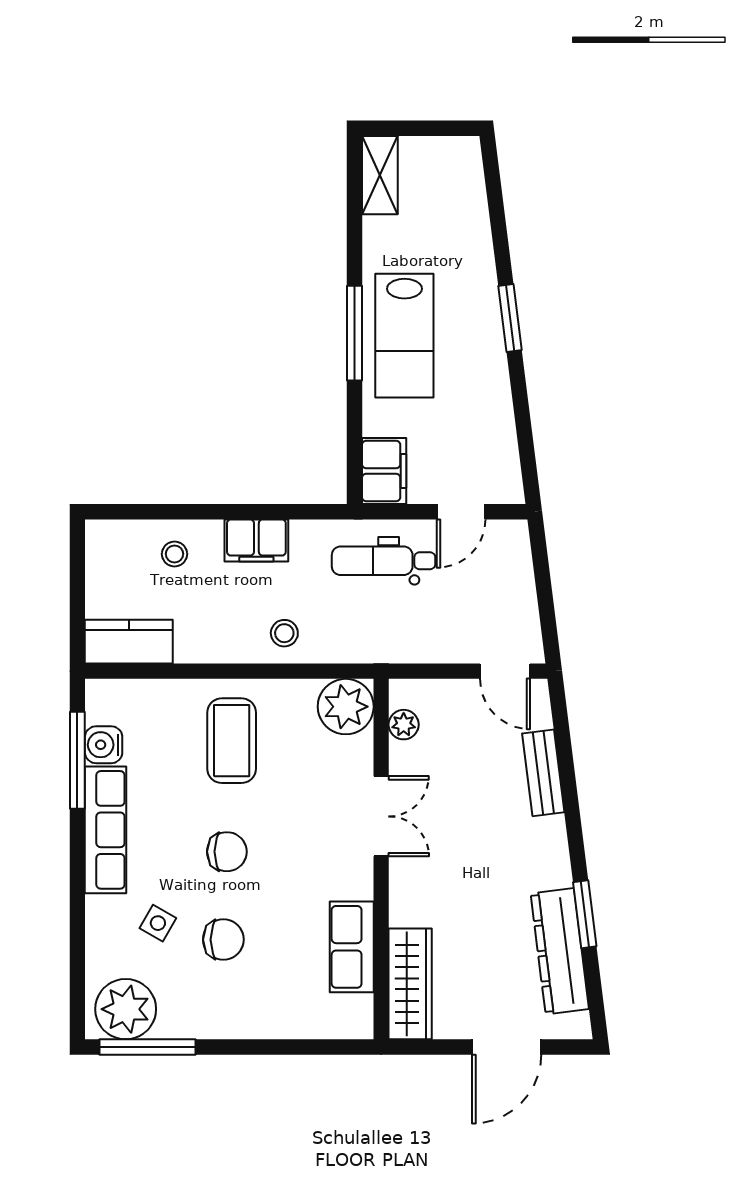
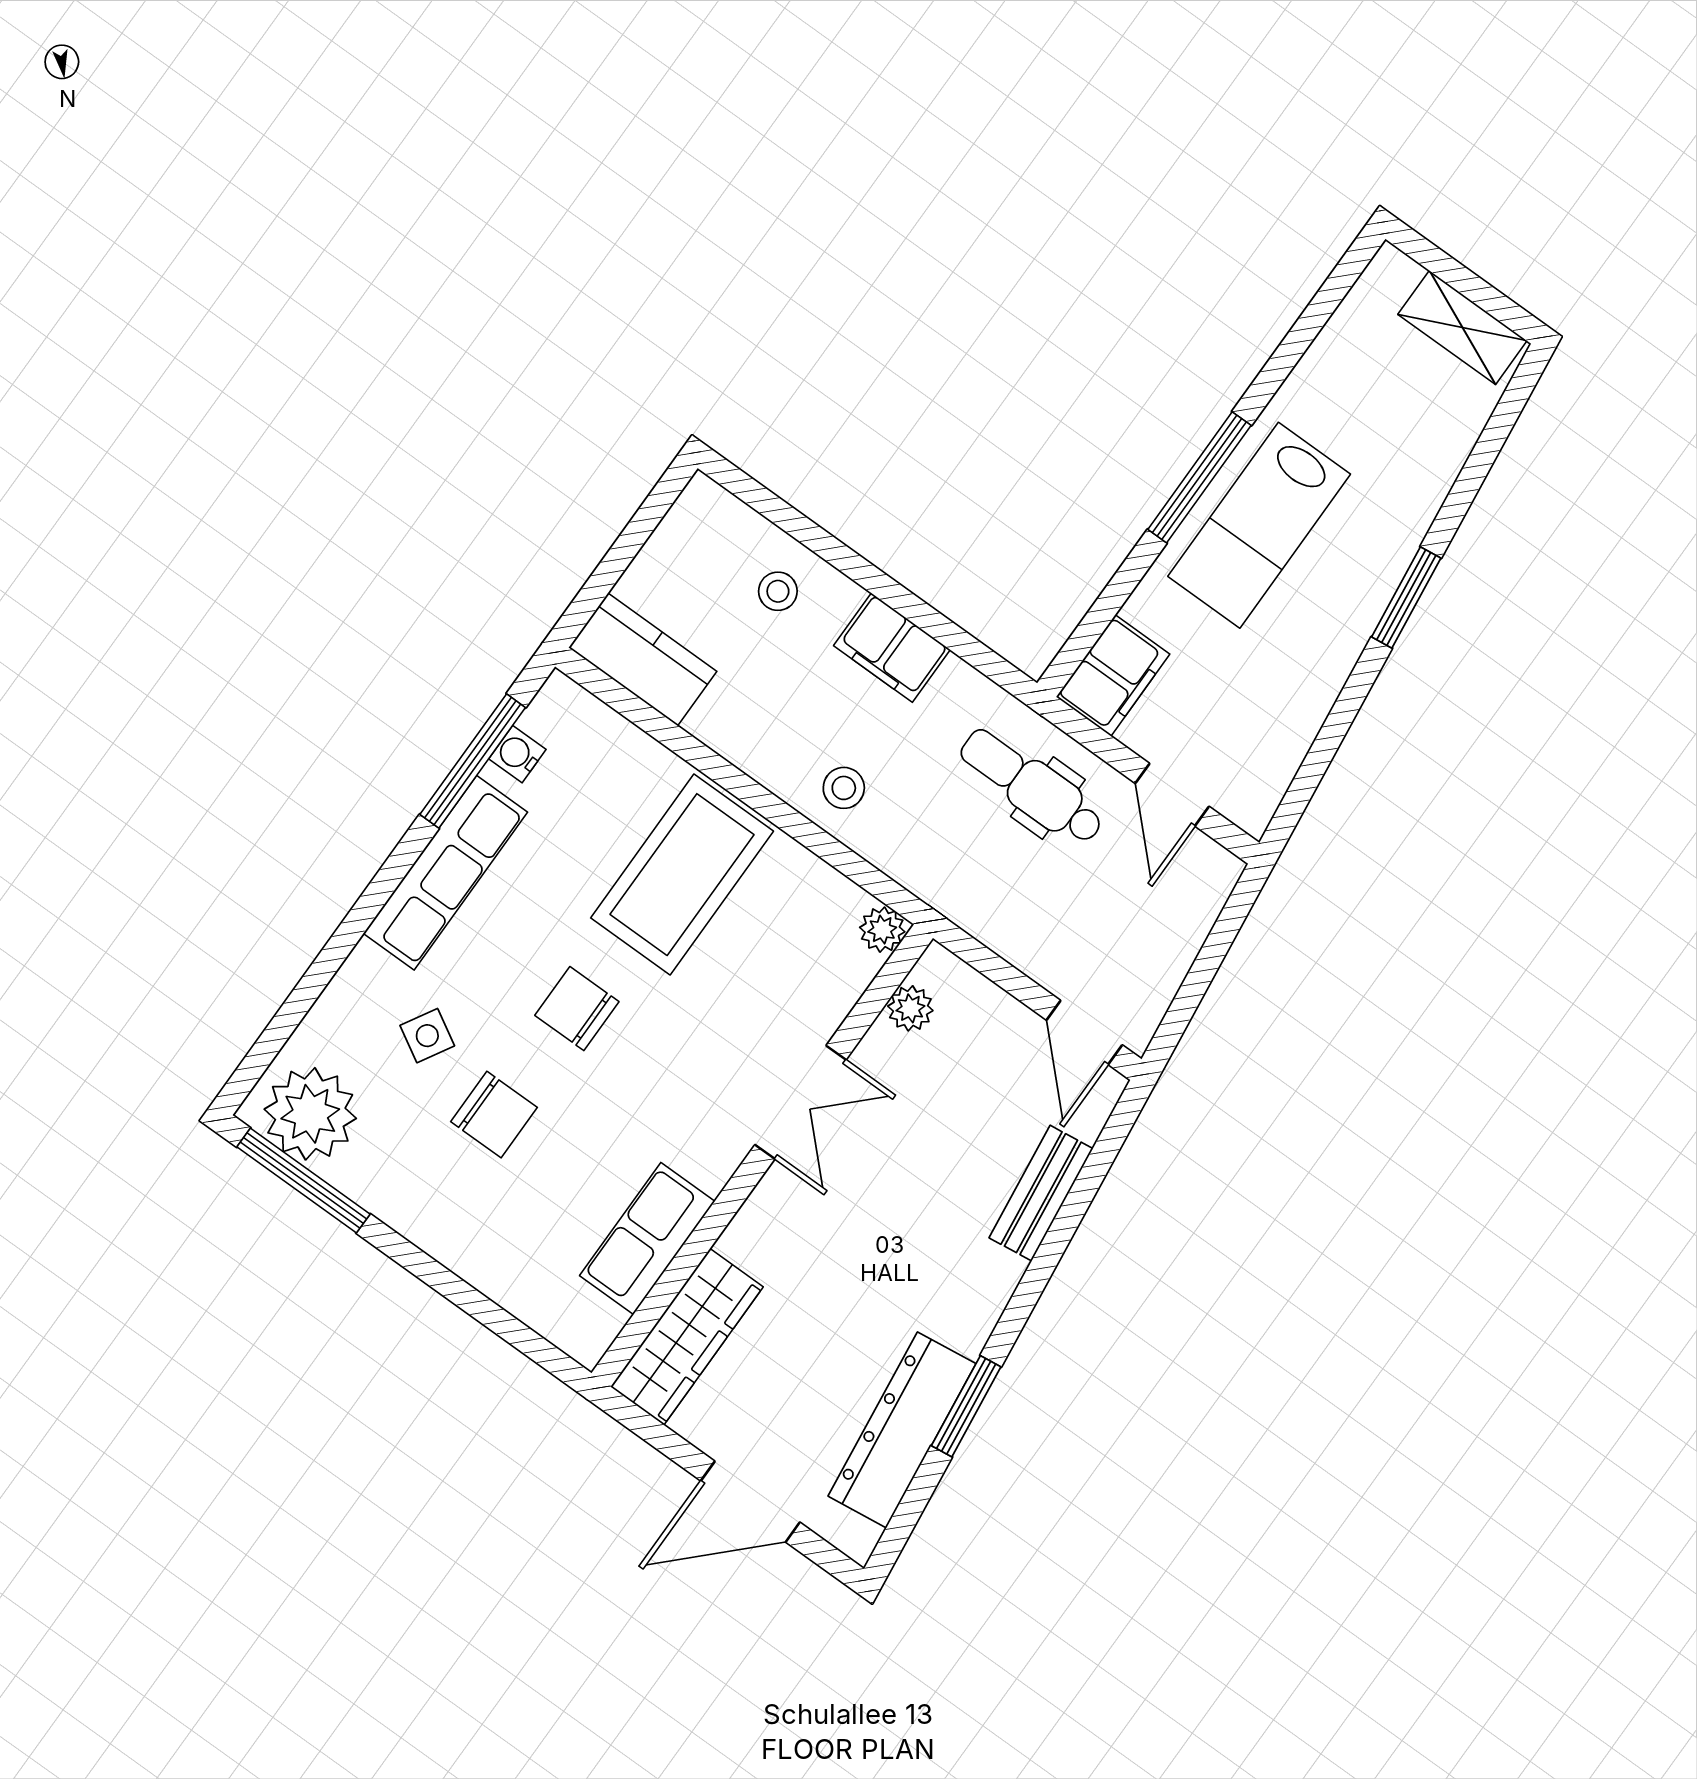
shelving: (380, 175) -> (1462, 328), moved, turned 90
door: (461, 512) -> (1172, 795), hinge flipped
plant: (346, 707) -> (882, 930), width x0.53, depth x0.53
coffee table: (232, 741) -> (682, 875), width x1.36, depth x1.32
water cooler: (104, 745) -> (517, 754), width x0.72, depth x0.72
chair: (227, 852) -> (577, 1009), turned 180

